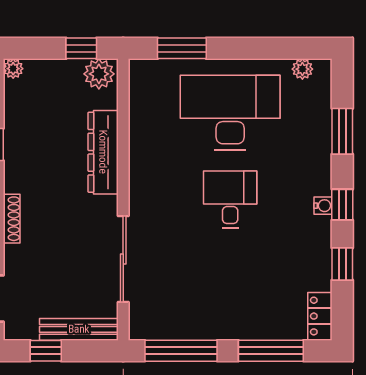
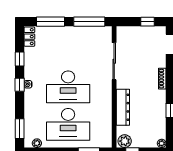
window: (342, 131) -> (20, 129), moved
desk: (230, 200) -> (68, 87), width x1.87, depth x1.30
bench: (79, 329) -> (133, 31), removed

